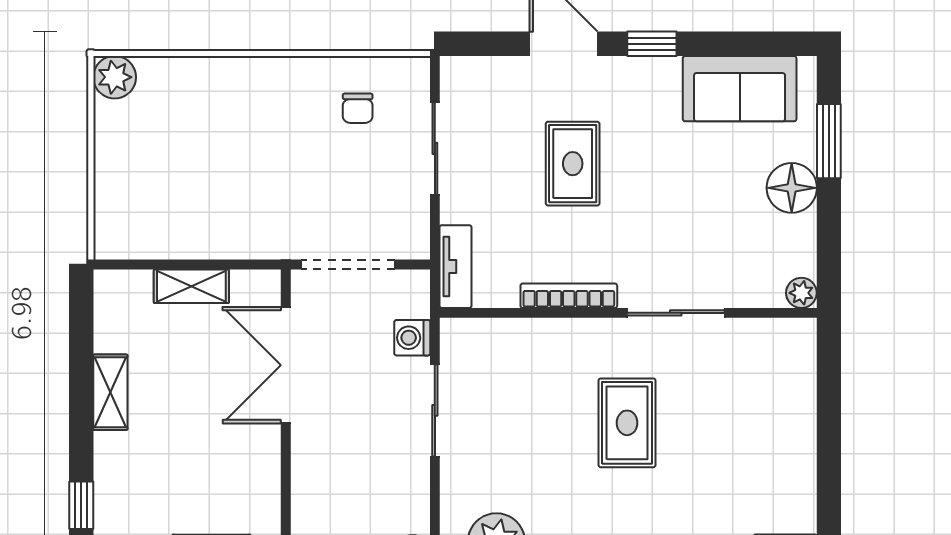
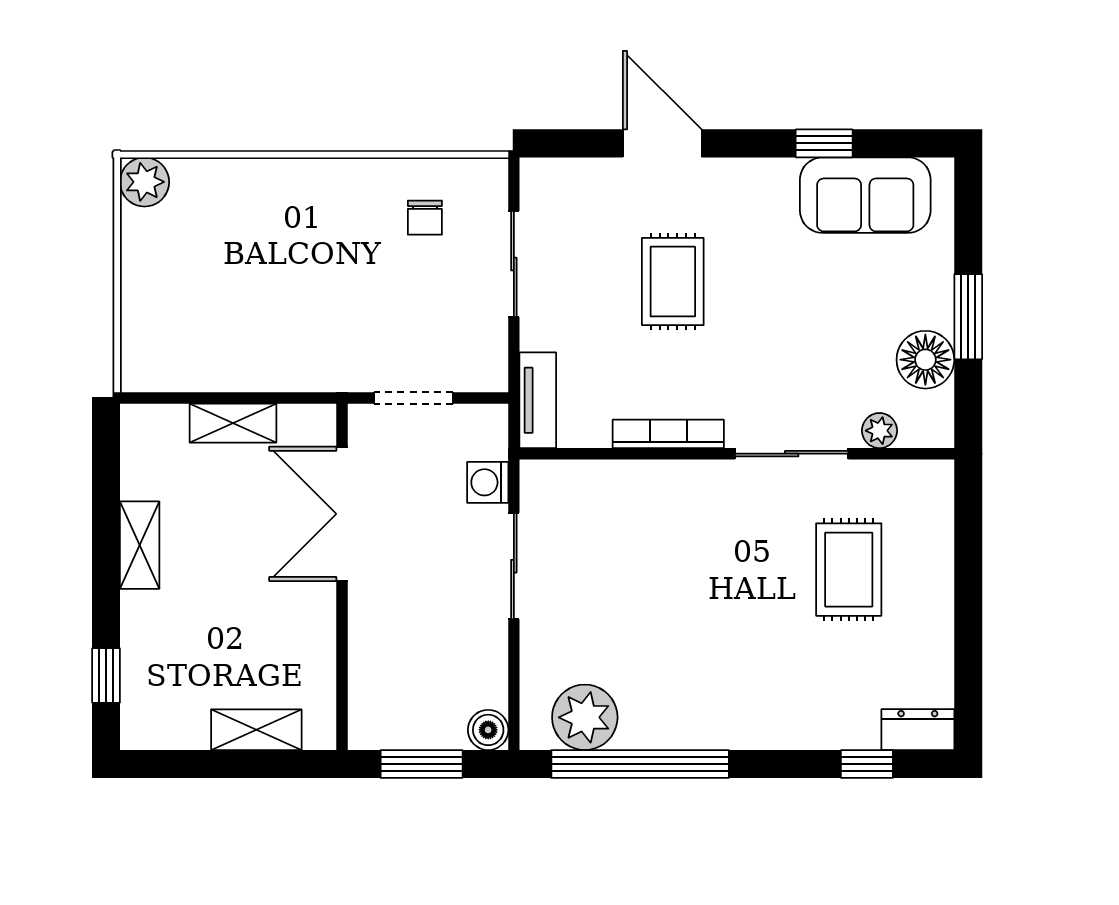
window: (652, 44) -> (824, 143), moved
window: (829, 141) -> (968, 317), moved
floor lamp: (792, 188) -> (925, 360), moved
doorway: (348, 265) -> (414, 398), width x0.73
plant: (801, 293) -> (879, 431), moved
rug: (627, 423) -> (849, 570), moved

